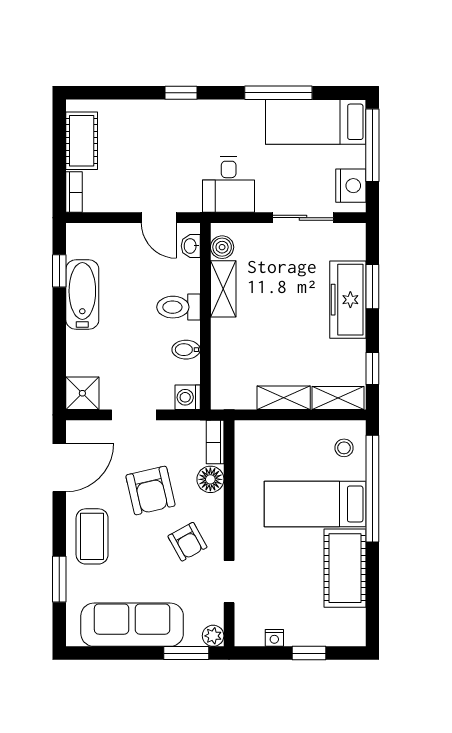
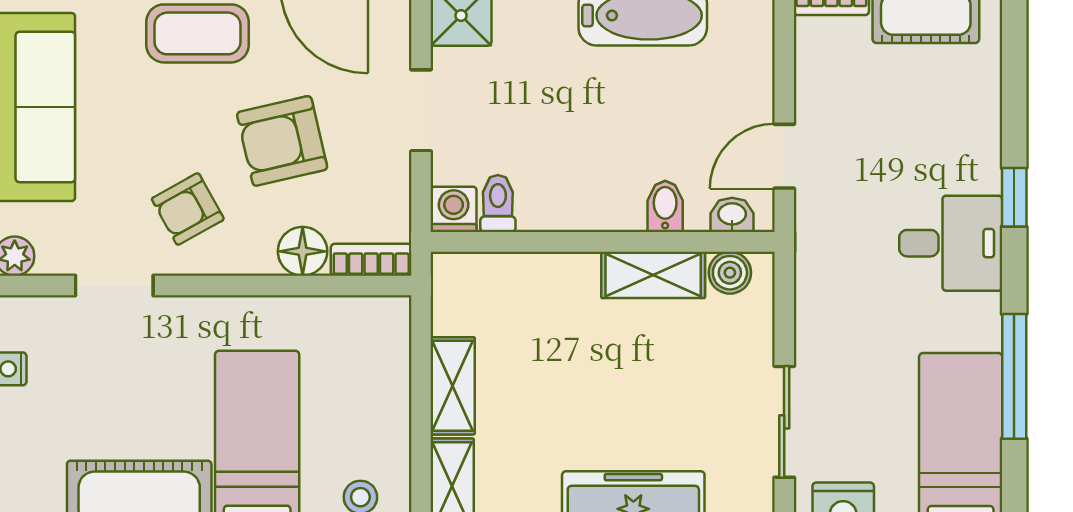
desk: (229, 184) -> (951, 243), moved, turned 180
toilet: (179, 307) -> (498, 204), moved, width x0.73, depth x0.72
bidet: (186, 350) -> (665, 206), moved

